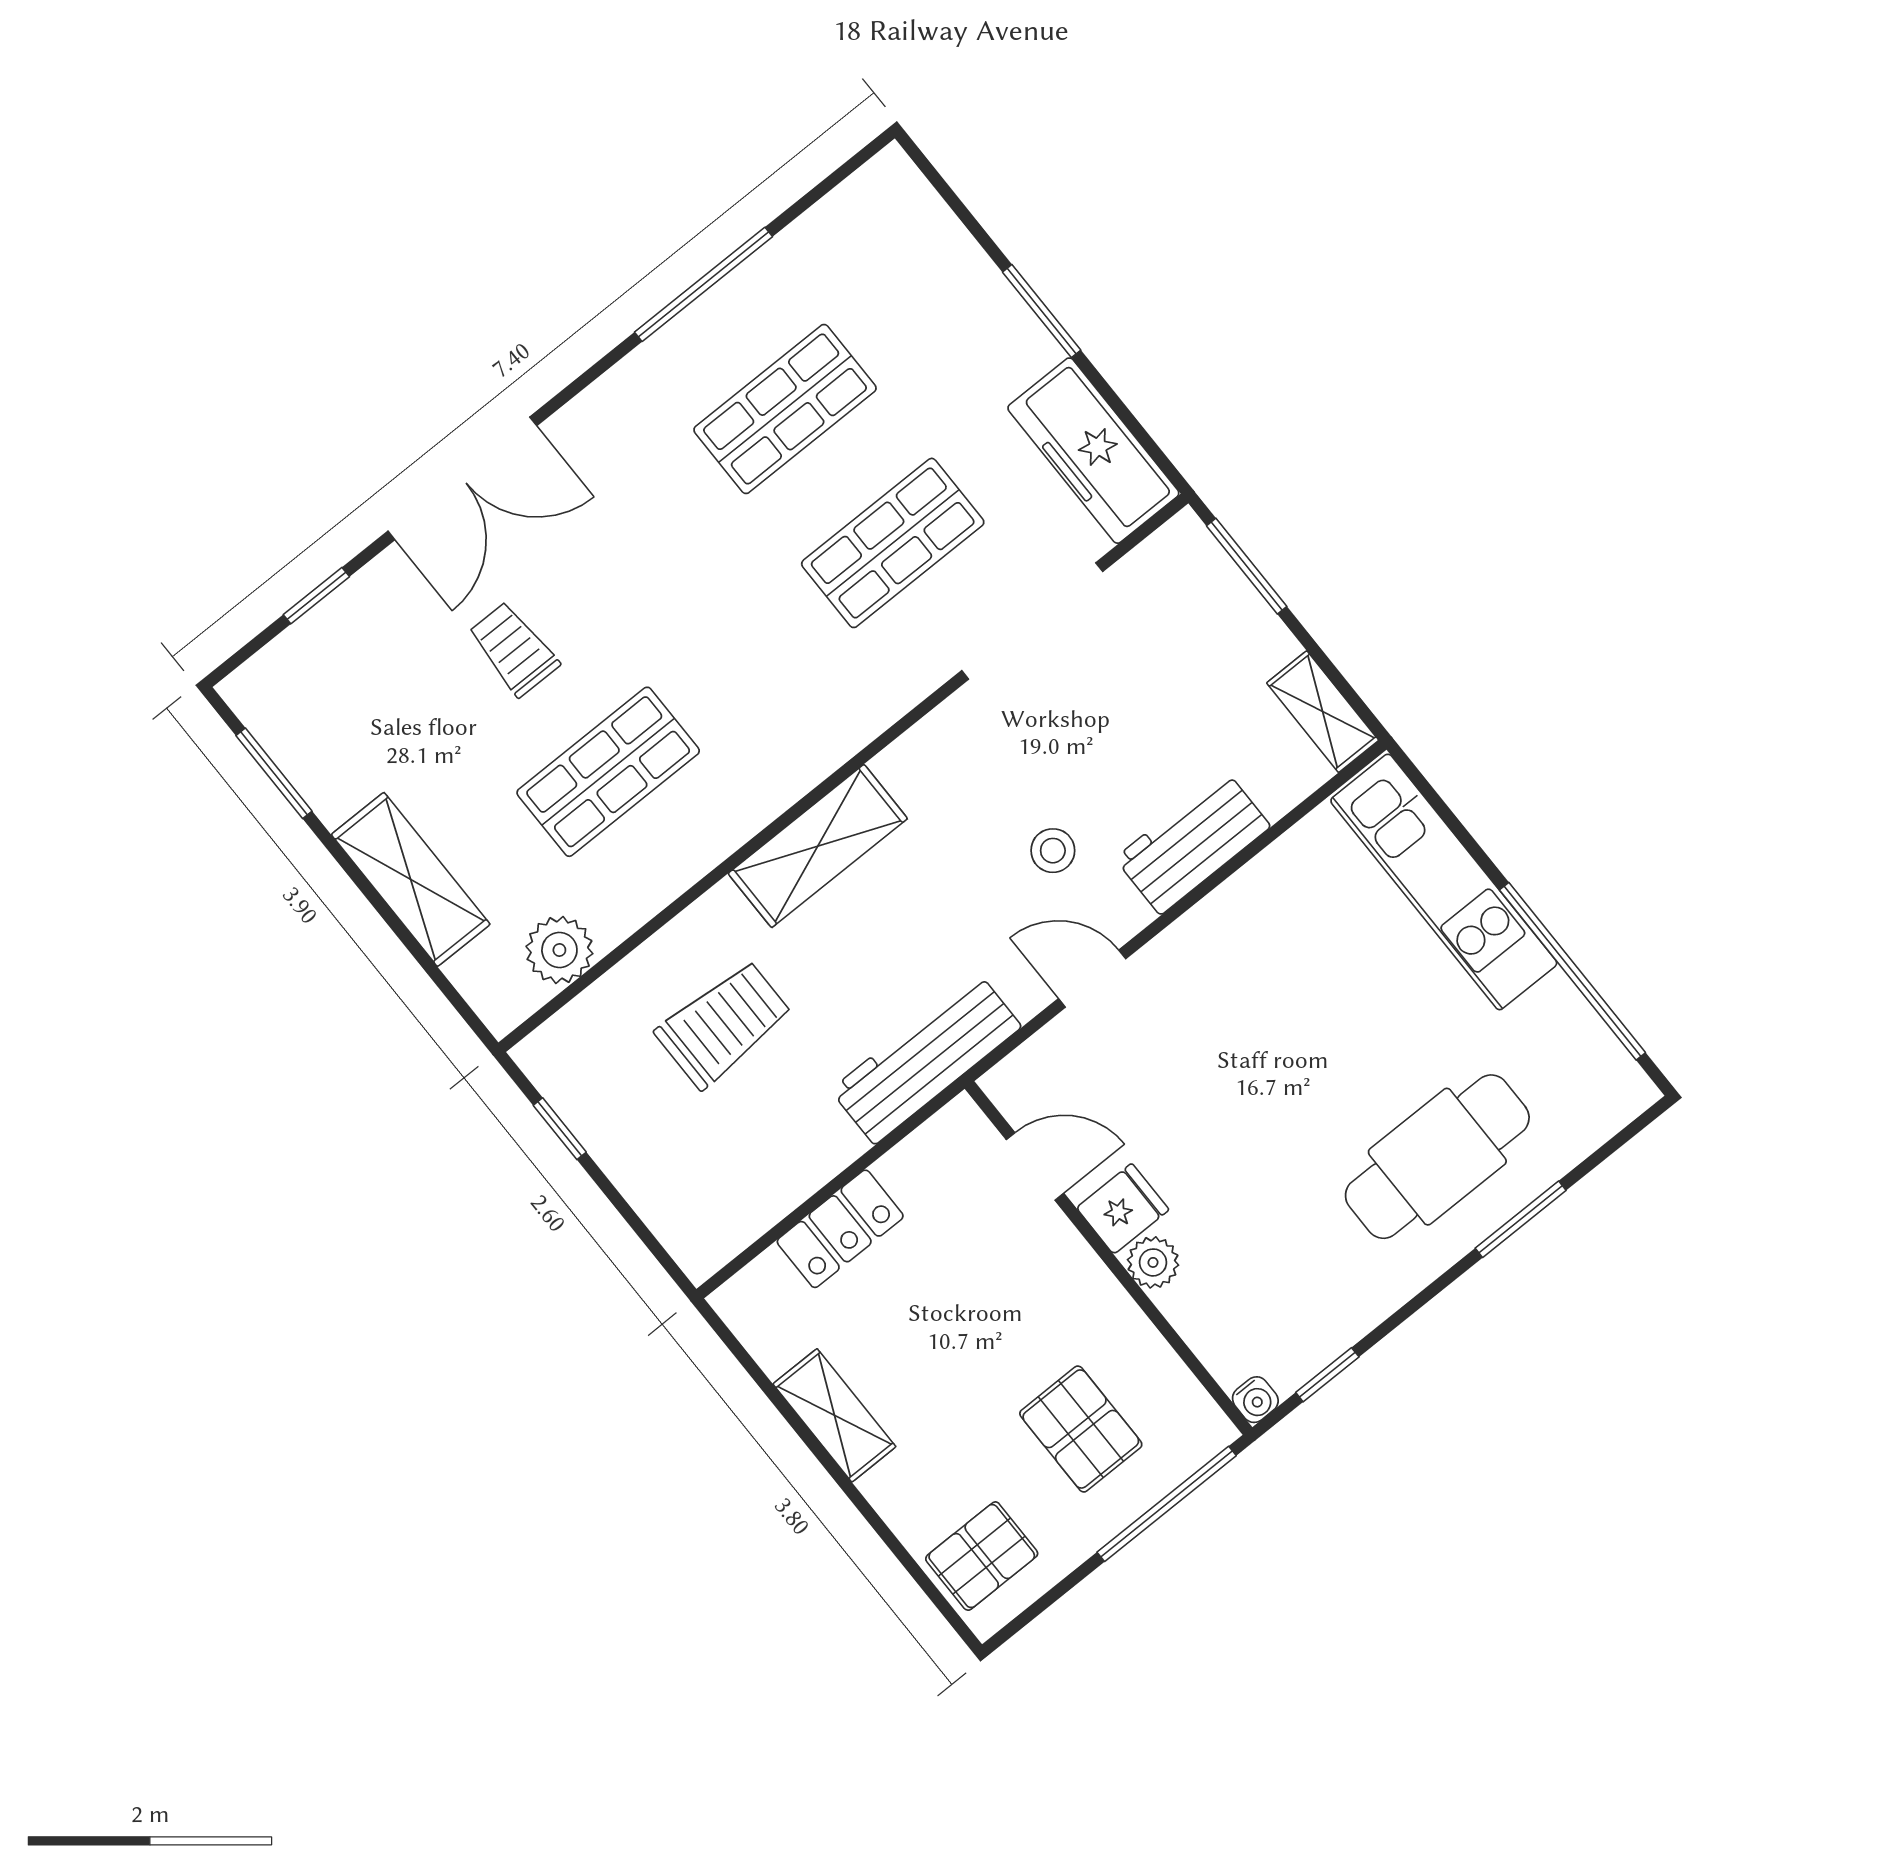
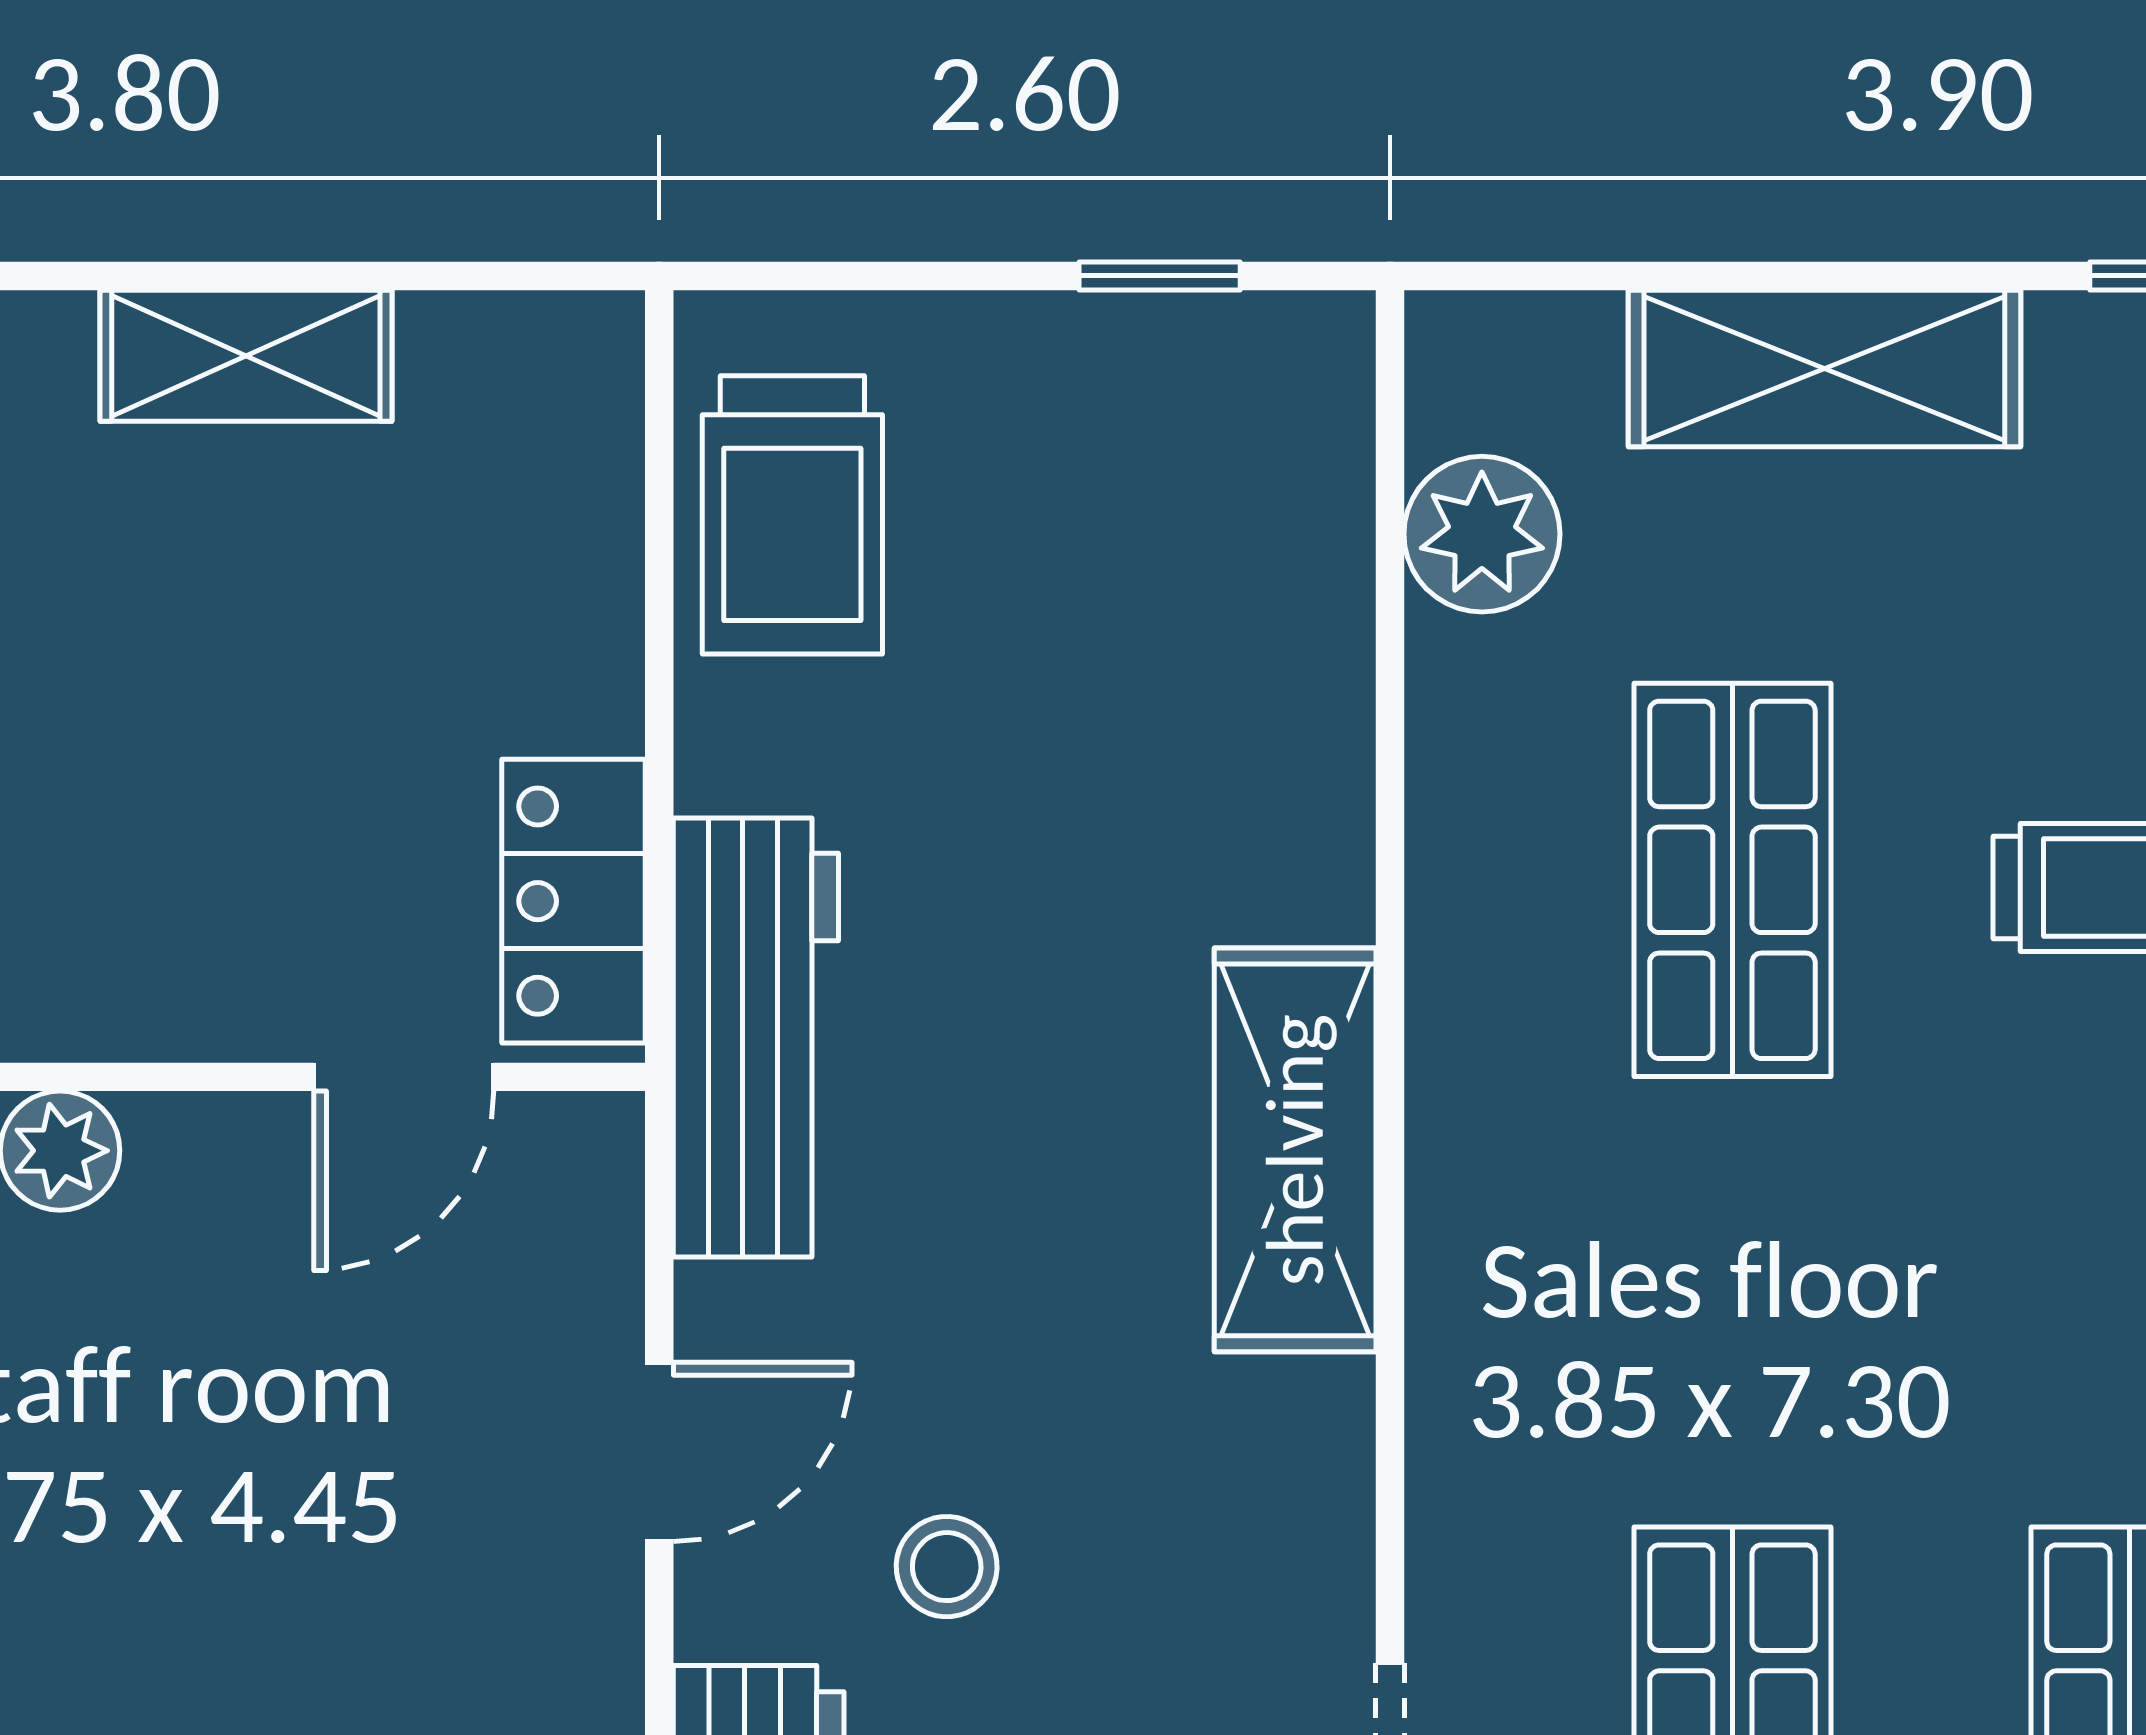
trolley: (724, 1024) -> (792, 515), moved
fridge: (1123, 1209) -> (200, 1174), removed
locker: (840, 1229) -> (573, 901), moved

